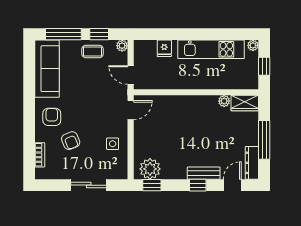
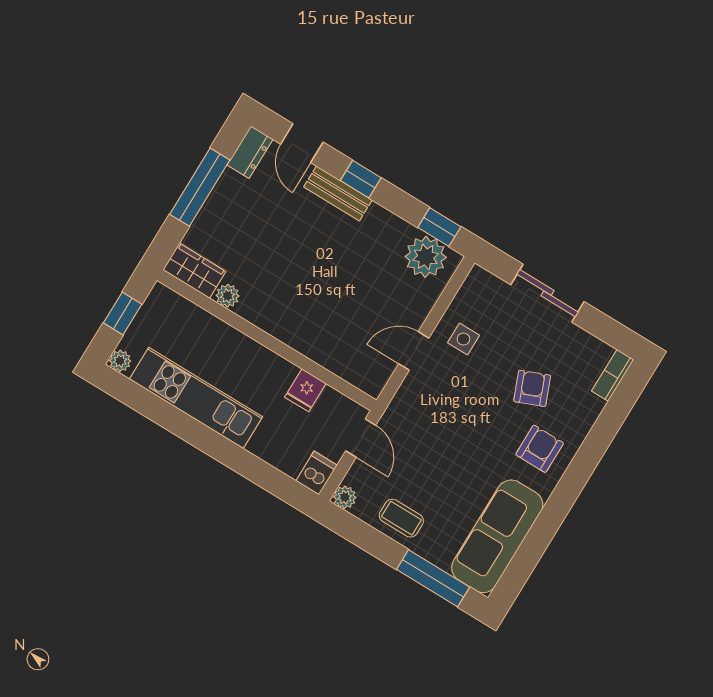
window: (99, 34) -> (372, 541), removed
fridge: (164, 48) -> (305, 390), moved, turned 180
dishwasher: (140, 49) -> (317, 473), added
door: (131, 110) -> (414, 351), moved
armchair: (52, 117) -> (540, 449), turned 180
bookcase: (40, 155) -> (613, 375), moved
dresser: (252, 163) -> (250, 152), width x0.70
door: (232, 185) -> (302, 143), hinge flipped

